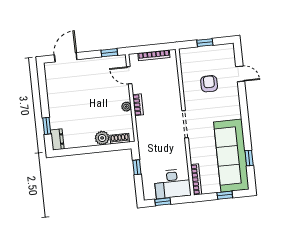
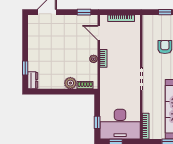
window: (137, 167) -> (97, 122), moved
desk: (173, 184) -> (120, 124), width x1.36, depth x1.30

